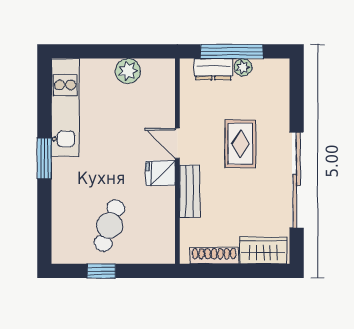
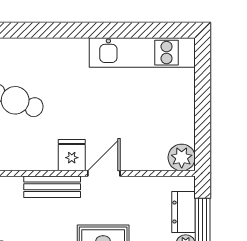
plant: (128, 71) -> (182, 157), moved
window: (44, 159) -> (87, 30), removed

